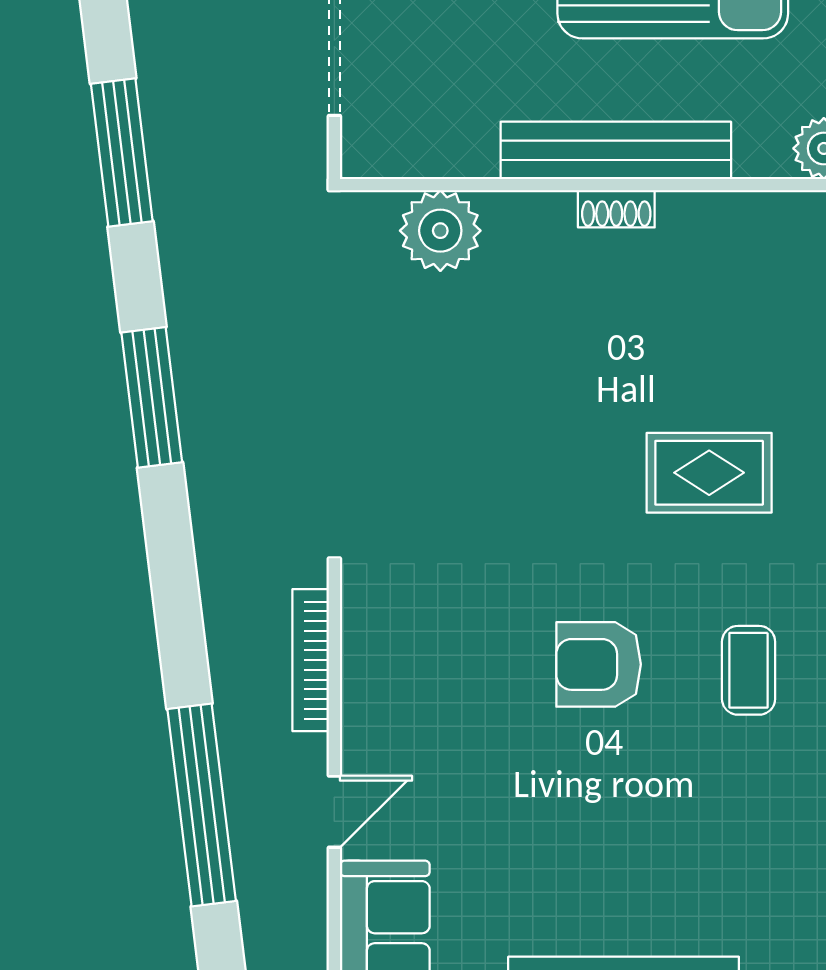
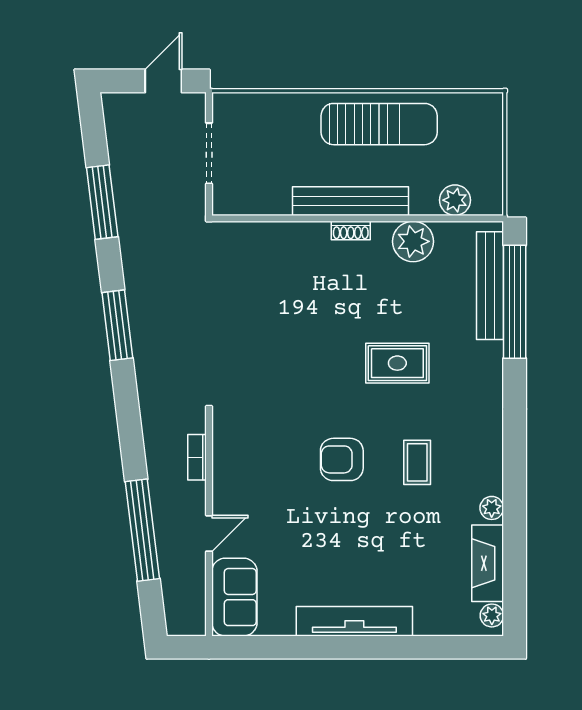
plant: (440, 231) -> (413, 241), moved
bookcase: (311, 660) -> (197, 457), width x0.64

